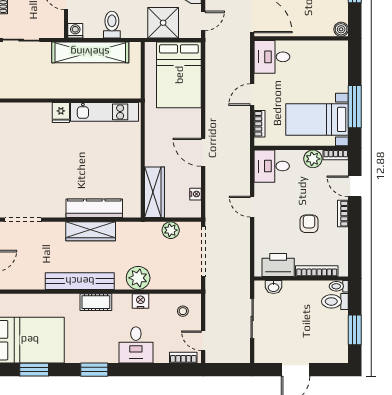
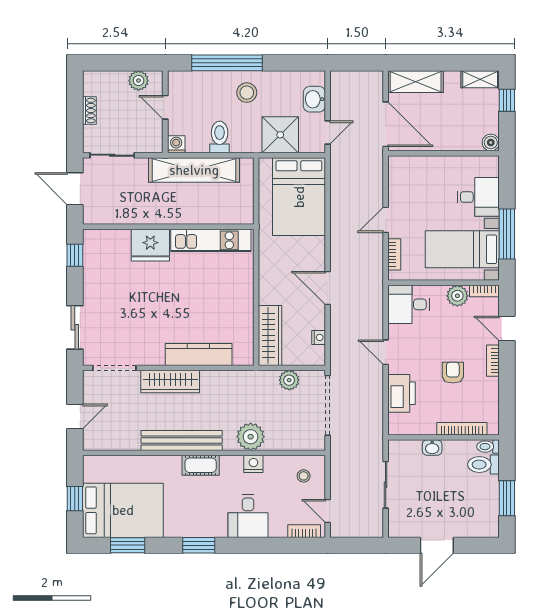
desk: (272, 57) -> (478, 197), moved, turned 180
fridge: (61, 113) -> (150, 245), width x1.88, depth x1.34
wardrobe: (91, 231) -> (170, 381), moved
printer: (278, 265) -> (402, 393), moved, turned 90
washbasin: (274, 287) -> (432, 448), moved

